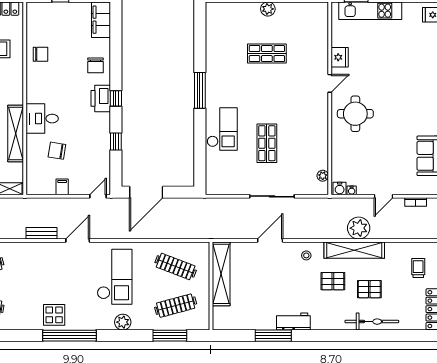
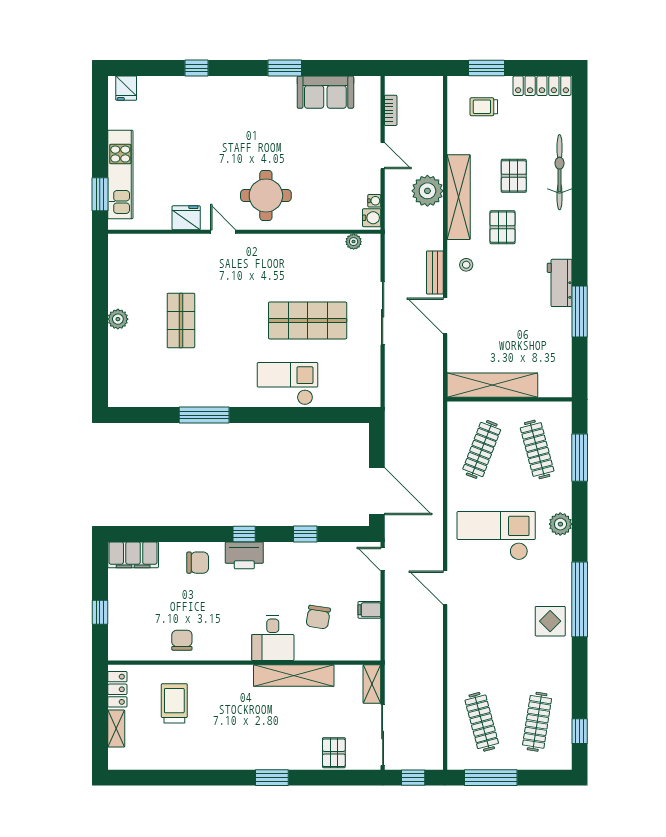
window: (200, 90) -> (204, 415), moved
shop shelf: (267, 143) -> (308, 320), width x1.43, depth x1.36
bench: (41, 233) -> (435, 272), moved

